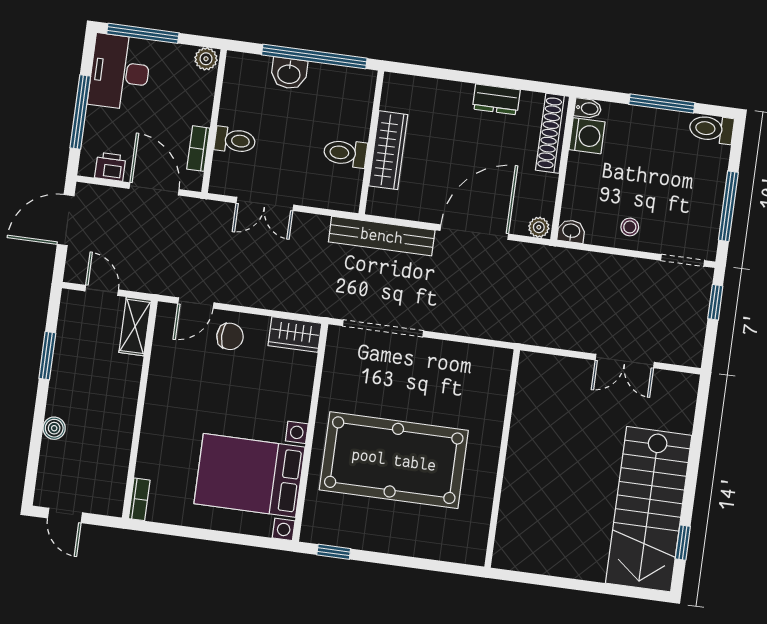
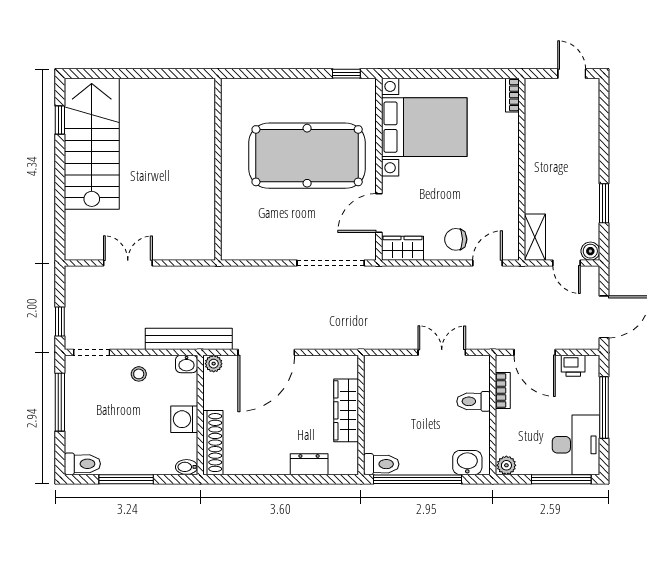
washbasin: (289, 73) -> (467, 463), moved
dresser: (496, 99) -> (309, 464), moved
washing machine: (587, 136) -> (184, 419), moved
toilet: (345, 153) -> (381, 464), moved
bench: (382, 236) -> (189, 339), moved
door: (317, 380) -> (379, 213), added
boiler: (54, 428) -> (590, 251), moved

